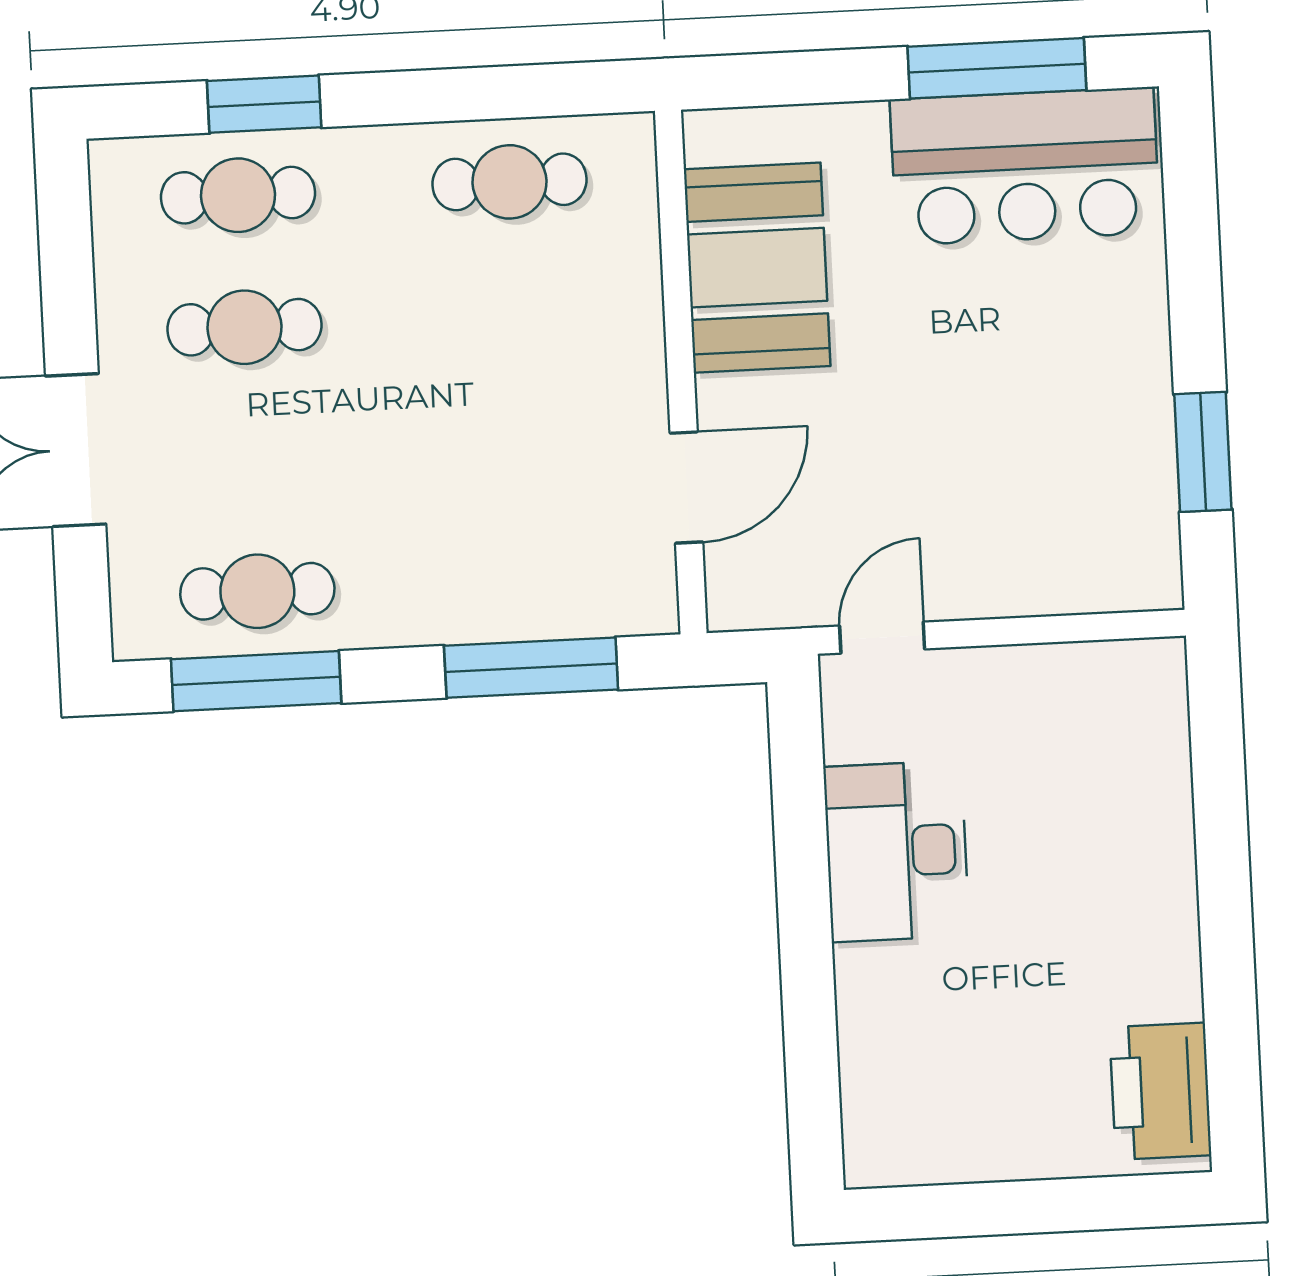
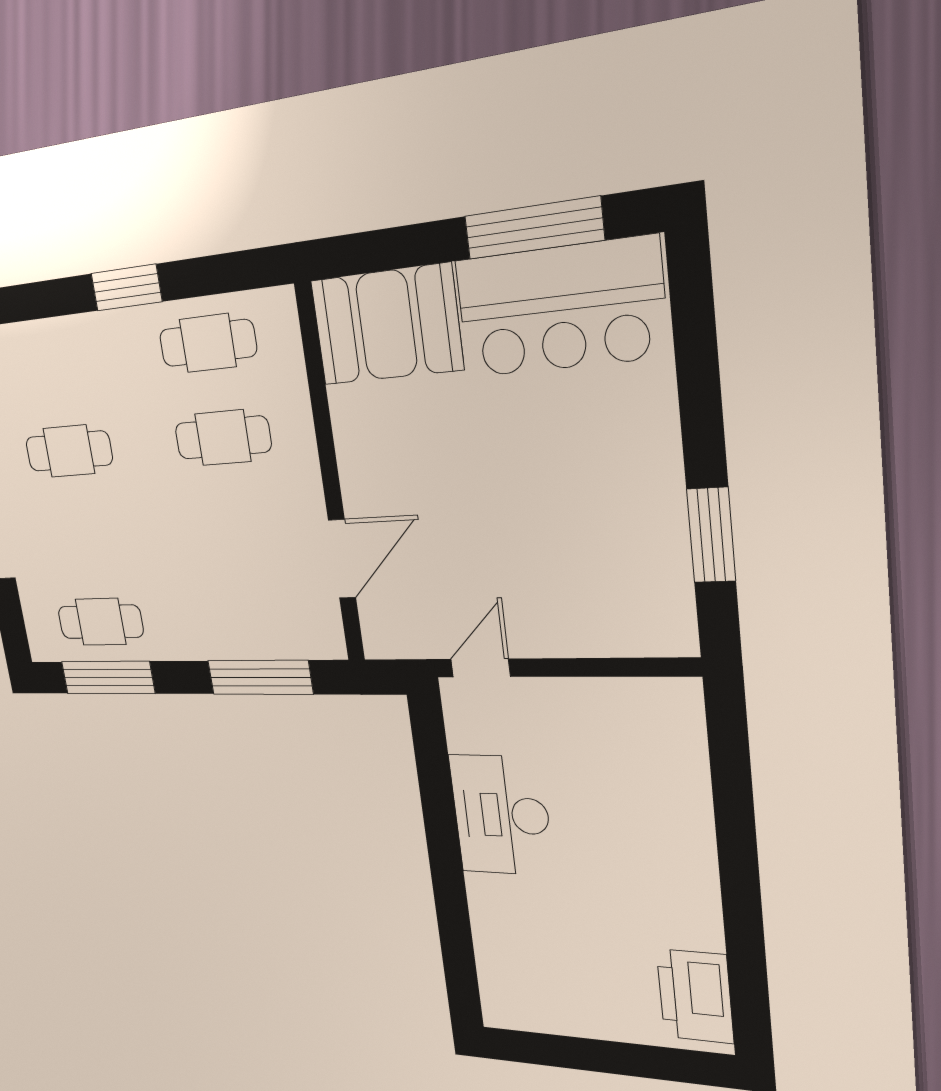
window: (264, 104) -> (126, 288), moved
cafe table: (238, 195) -> (223, 438), moved
booth: (757, 268) -> (386, 325), moved, turned 90

